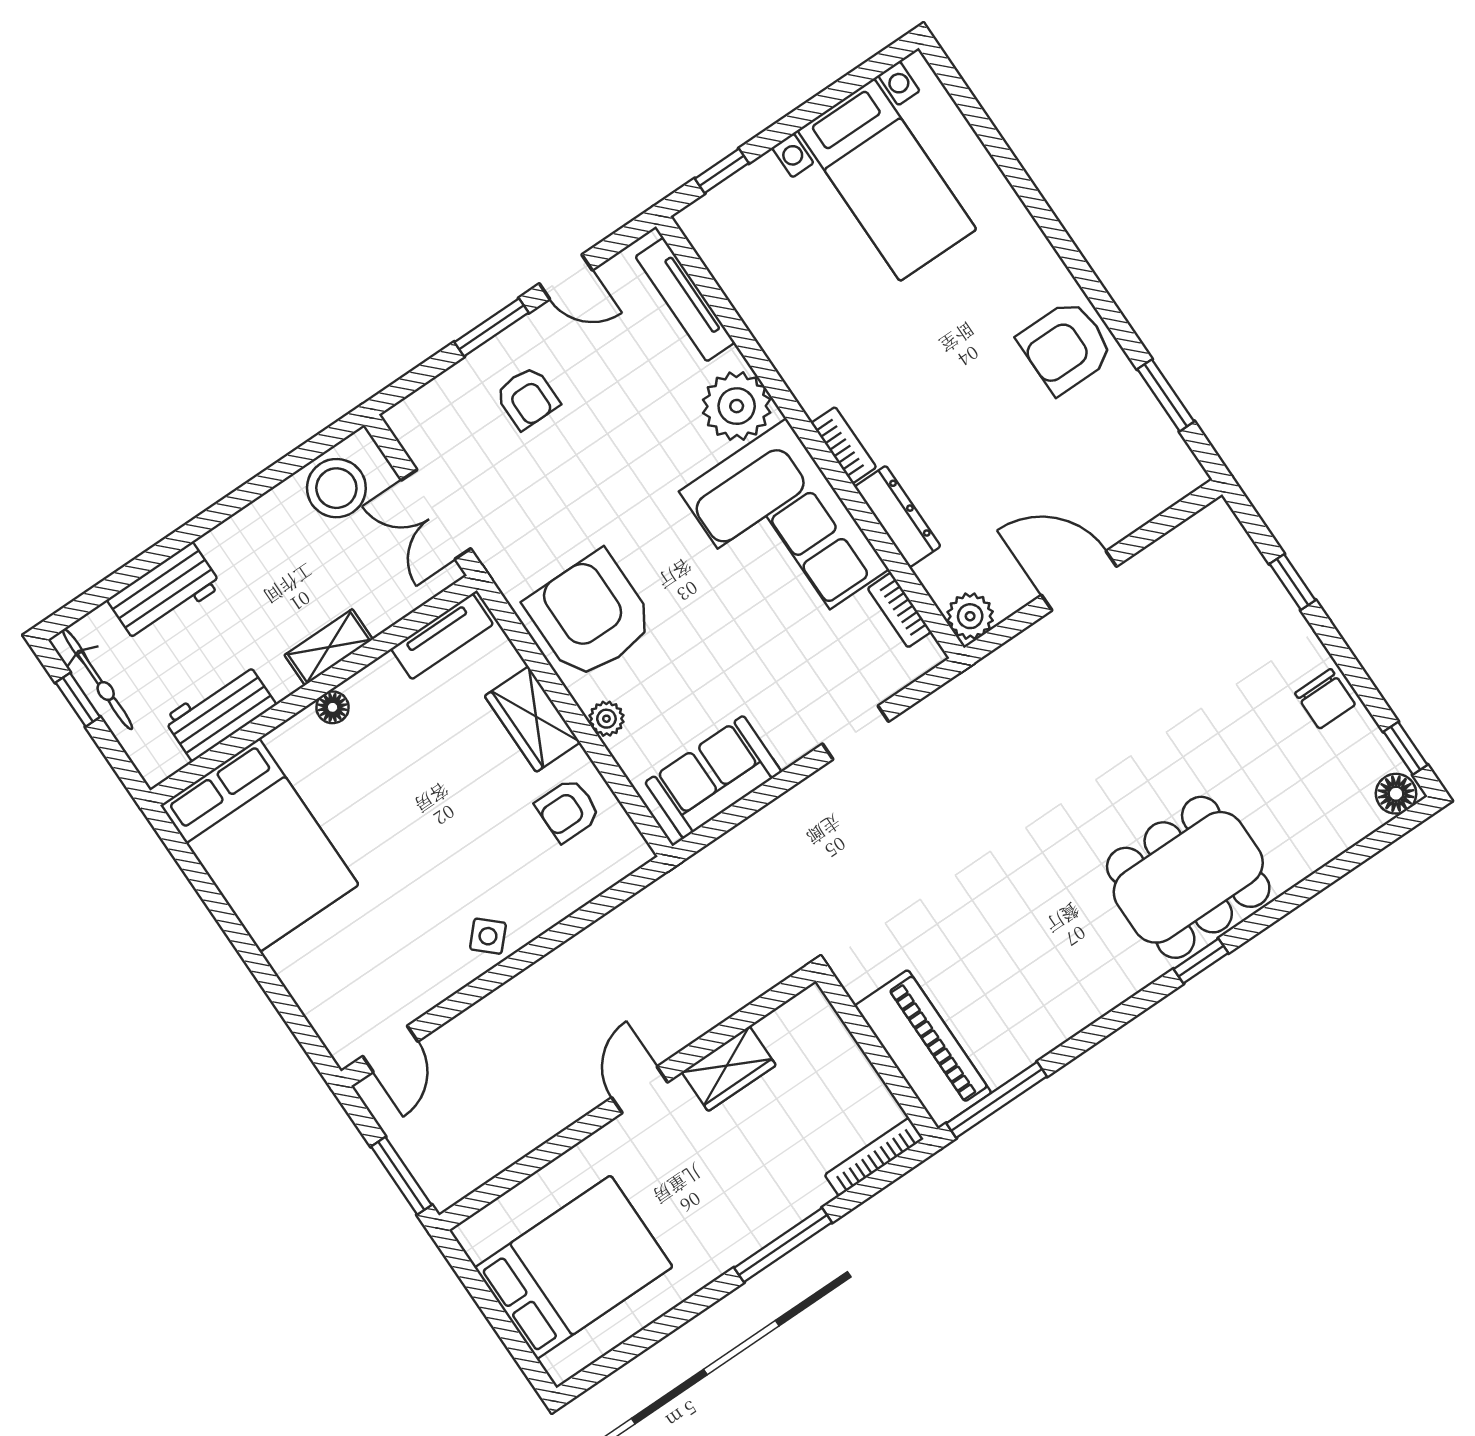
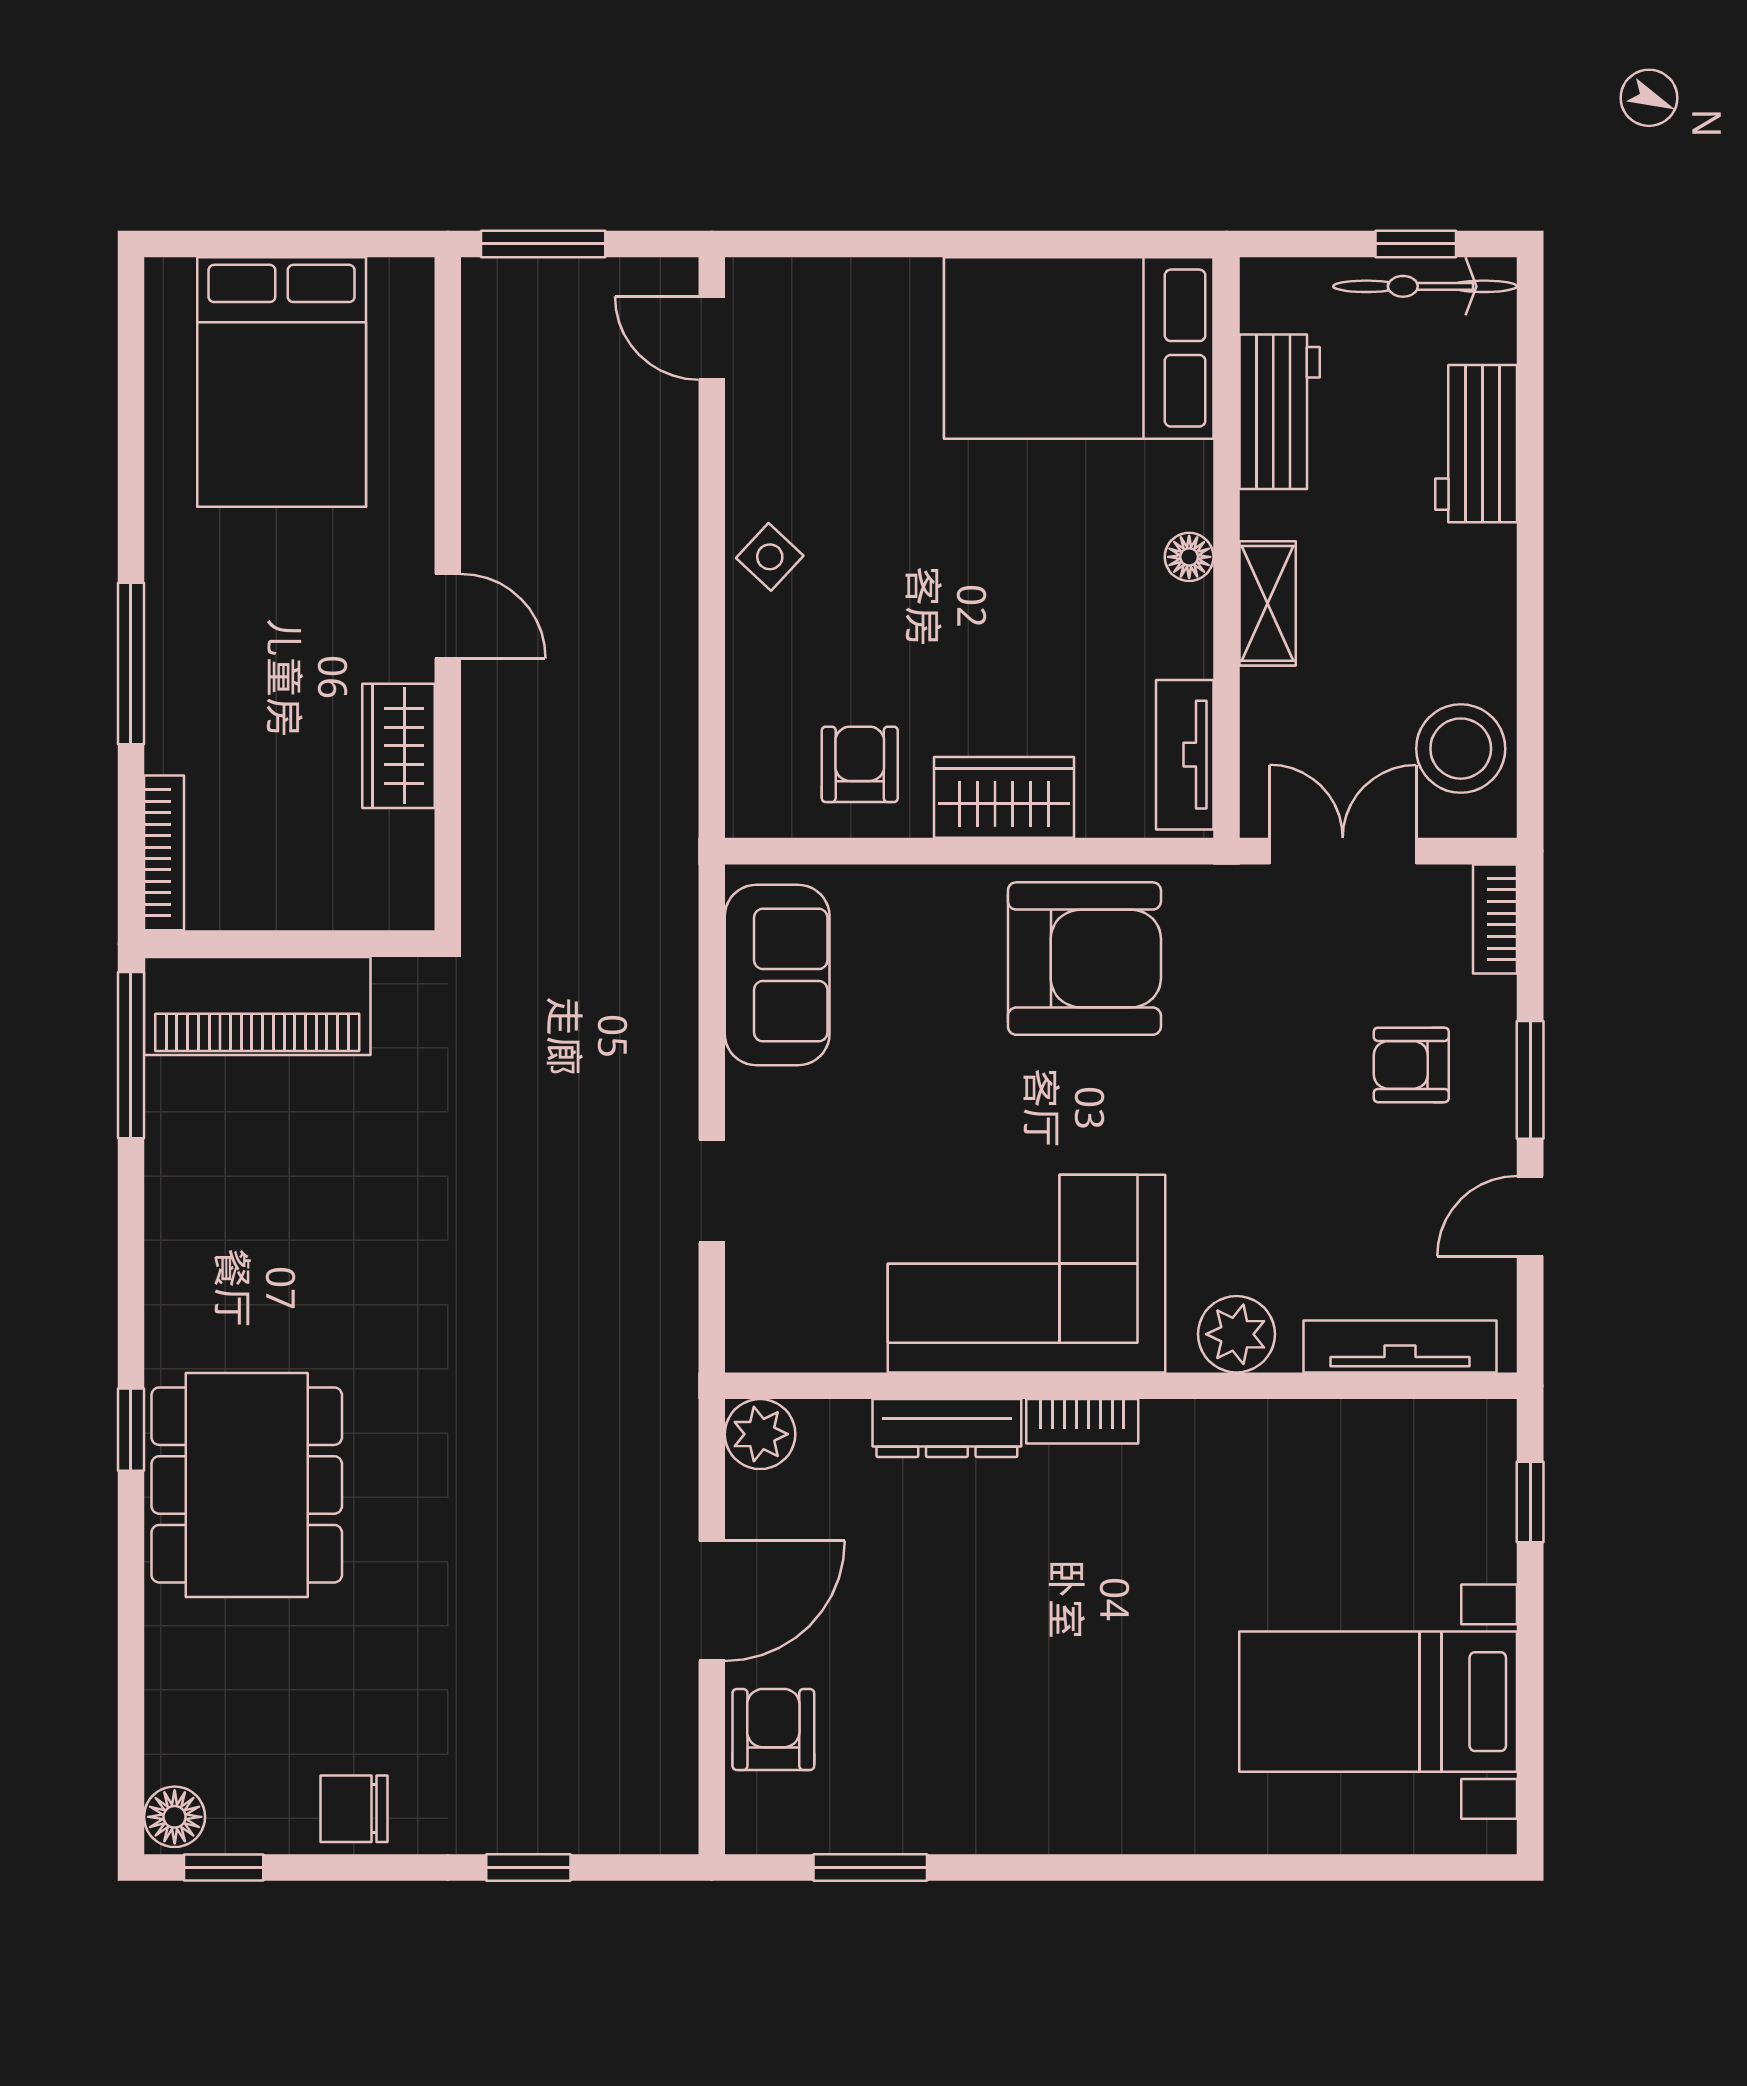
armchair: (1066, 347) -> (773, 1729), moved, width x0.72, depth x0.72
plant: (737, 406) -> (1236, 1334), width x0.73, depth x0.73
bookcase: (899, 610) -> (1495, 919), moved, turned -90
plant: (606, 719) -> (941, 891), removed

